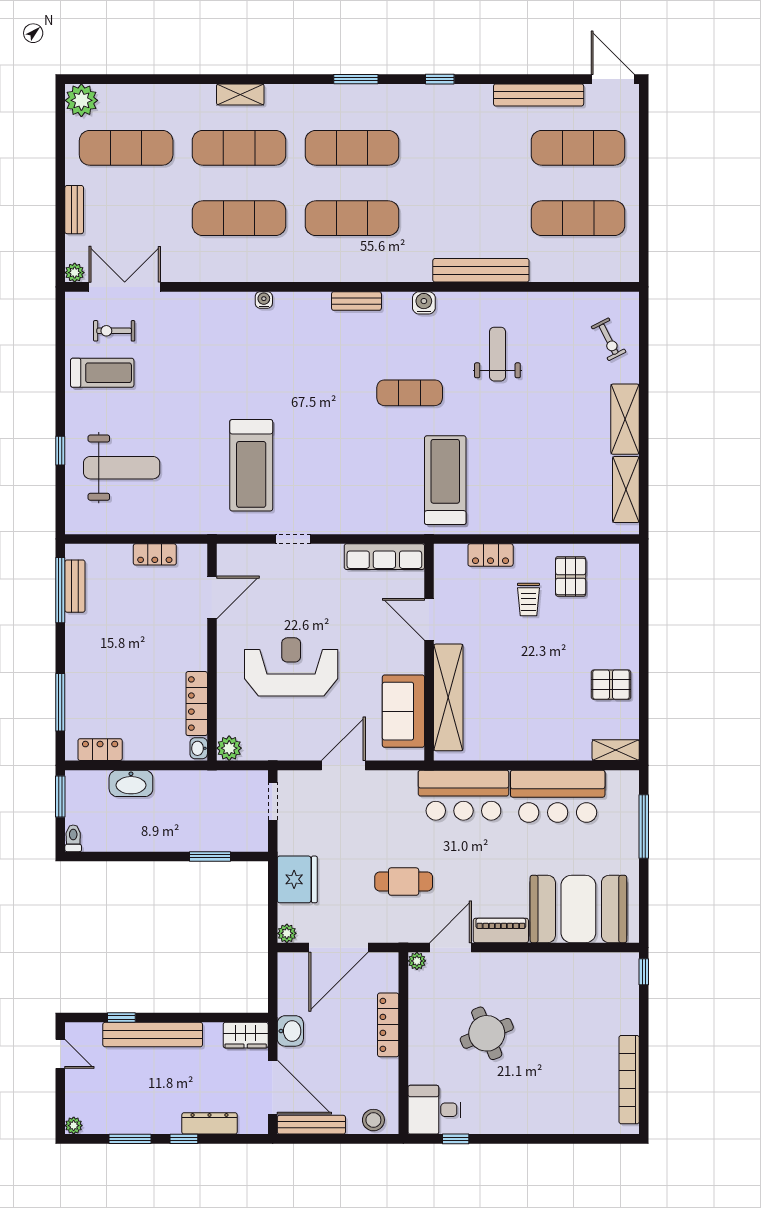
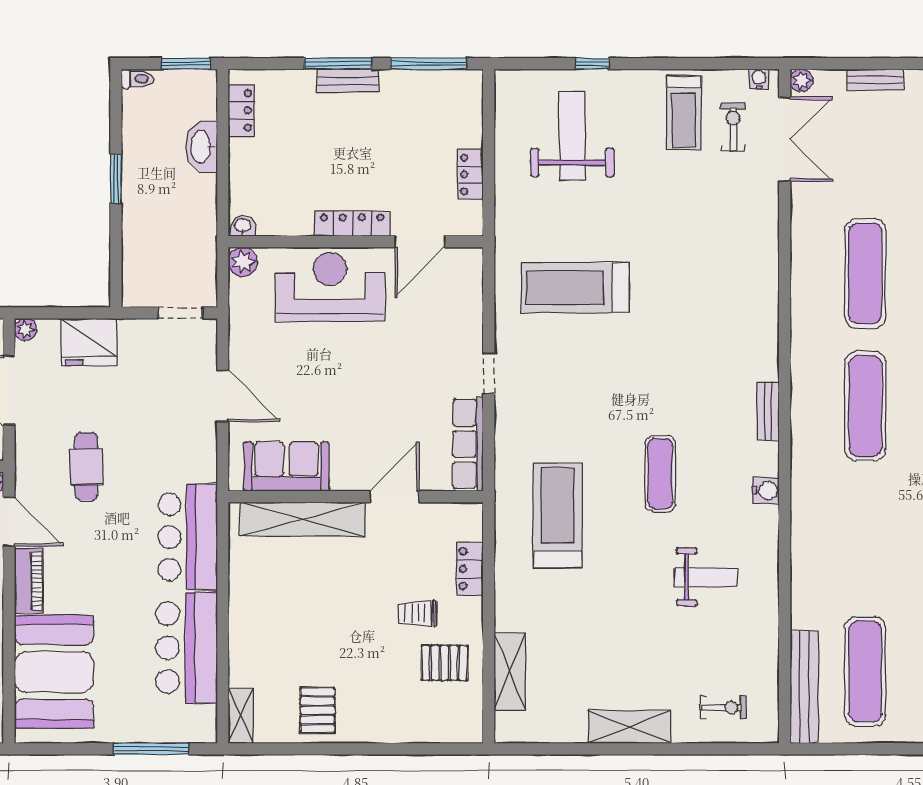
bench: (481, 270) -> (804, 687), moved
water cooler: (264, 300) -> (759, 79), moved, turned -90
exercise bike: (609, 339) -> (723, 707), turned -153
weight bench: (122, 468) -> (572, 136), turned 180
treadmill: (445, 480) -> (558, 516), turned -90
shelving: (626, 490) -> (510, 671), moved, turned 90
doorway: (293, 539) -> (489, 373), moved
bench: (75, 586) -> (348, 81), moved
door: (212, 597) -> (420, 242), hinge flipped
reception desk: (291, 667) -> (330, 287), moved, turned -90
window: (60, 702) -> (338, 64), moved
locker: (197, 704) -> (352, 224), moved
window: (210, 856) -> (116, 179), moved

